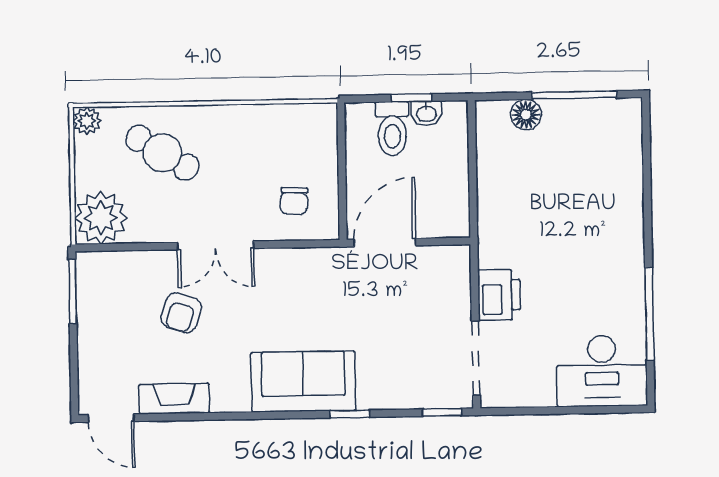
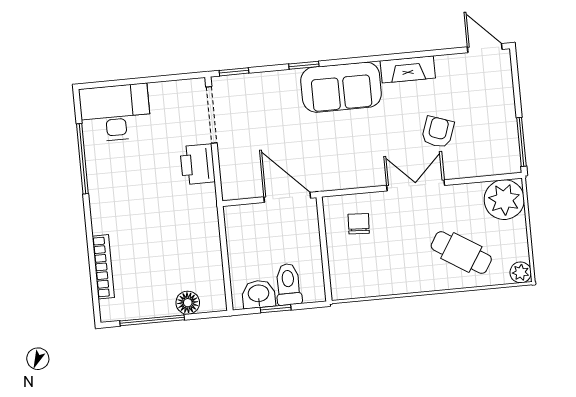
washbasin: (426, 113) -> (259, 294), width x1.38, depth x1.45
bookcase: (633, 170) -> (103, 267), added
door: (385, 242) -> (287, 197), swing flipped
fireplace: (174, 399) -> (408, 69), moved

